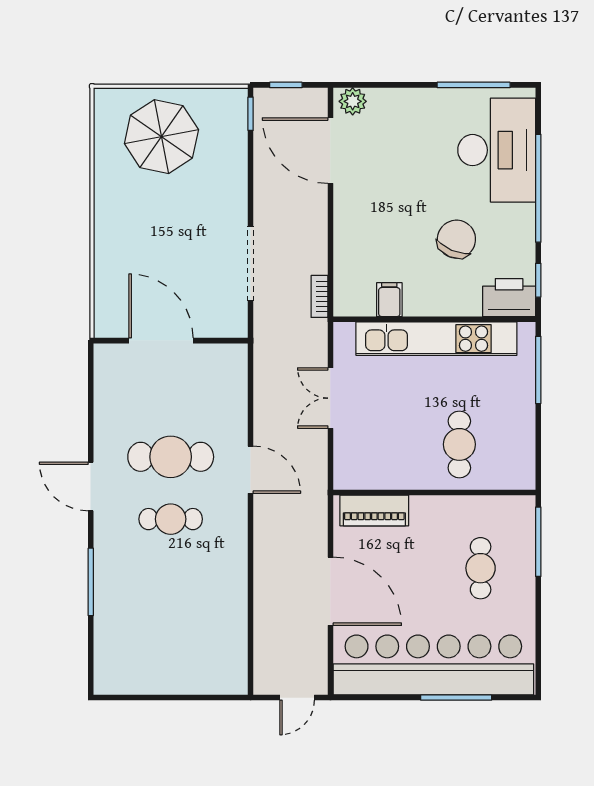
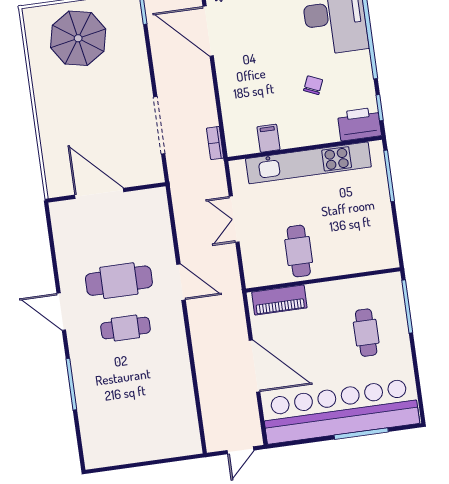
chair: (456, 239) -> (313, 85), width x0.54, depth x0.54
cafe table: (459, 444) -> (299, 251), moved

